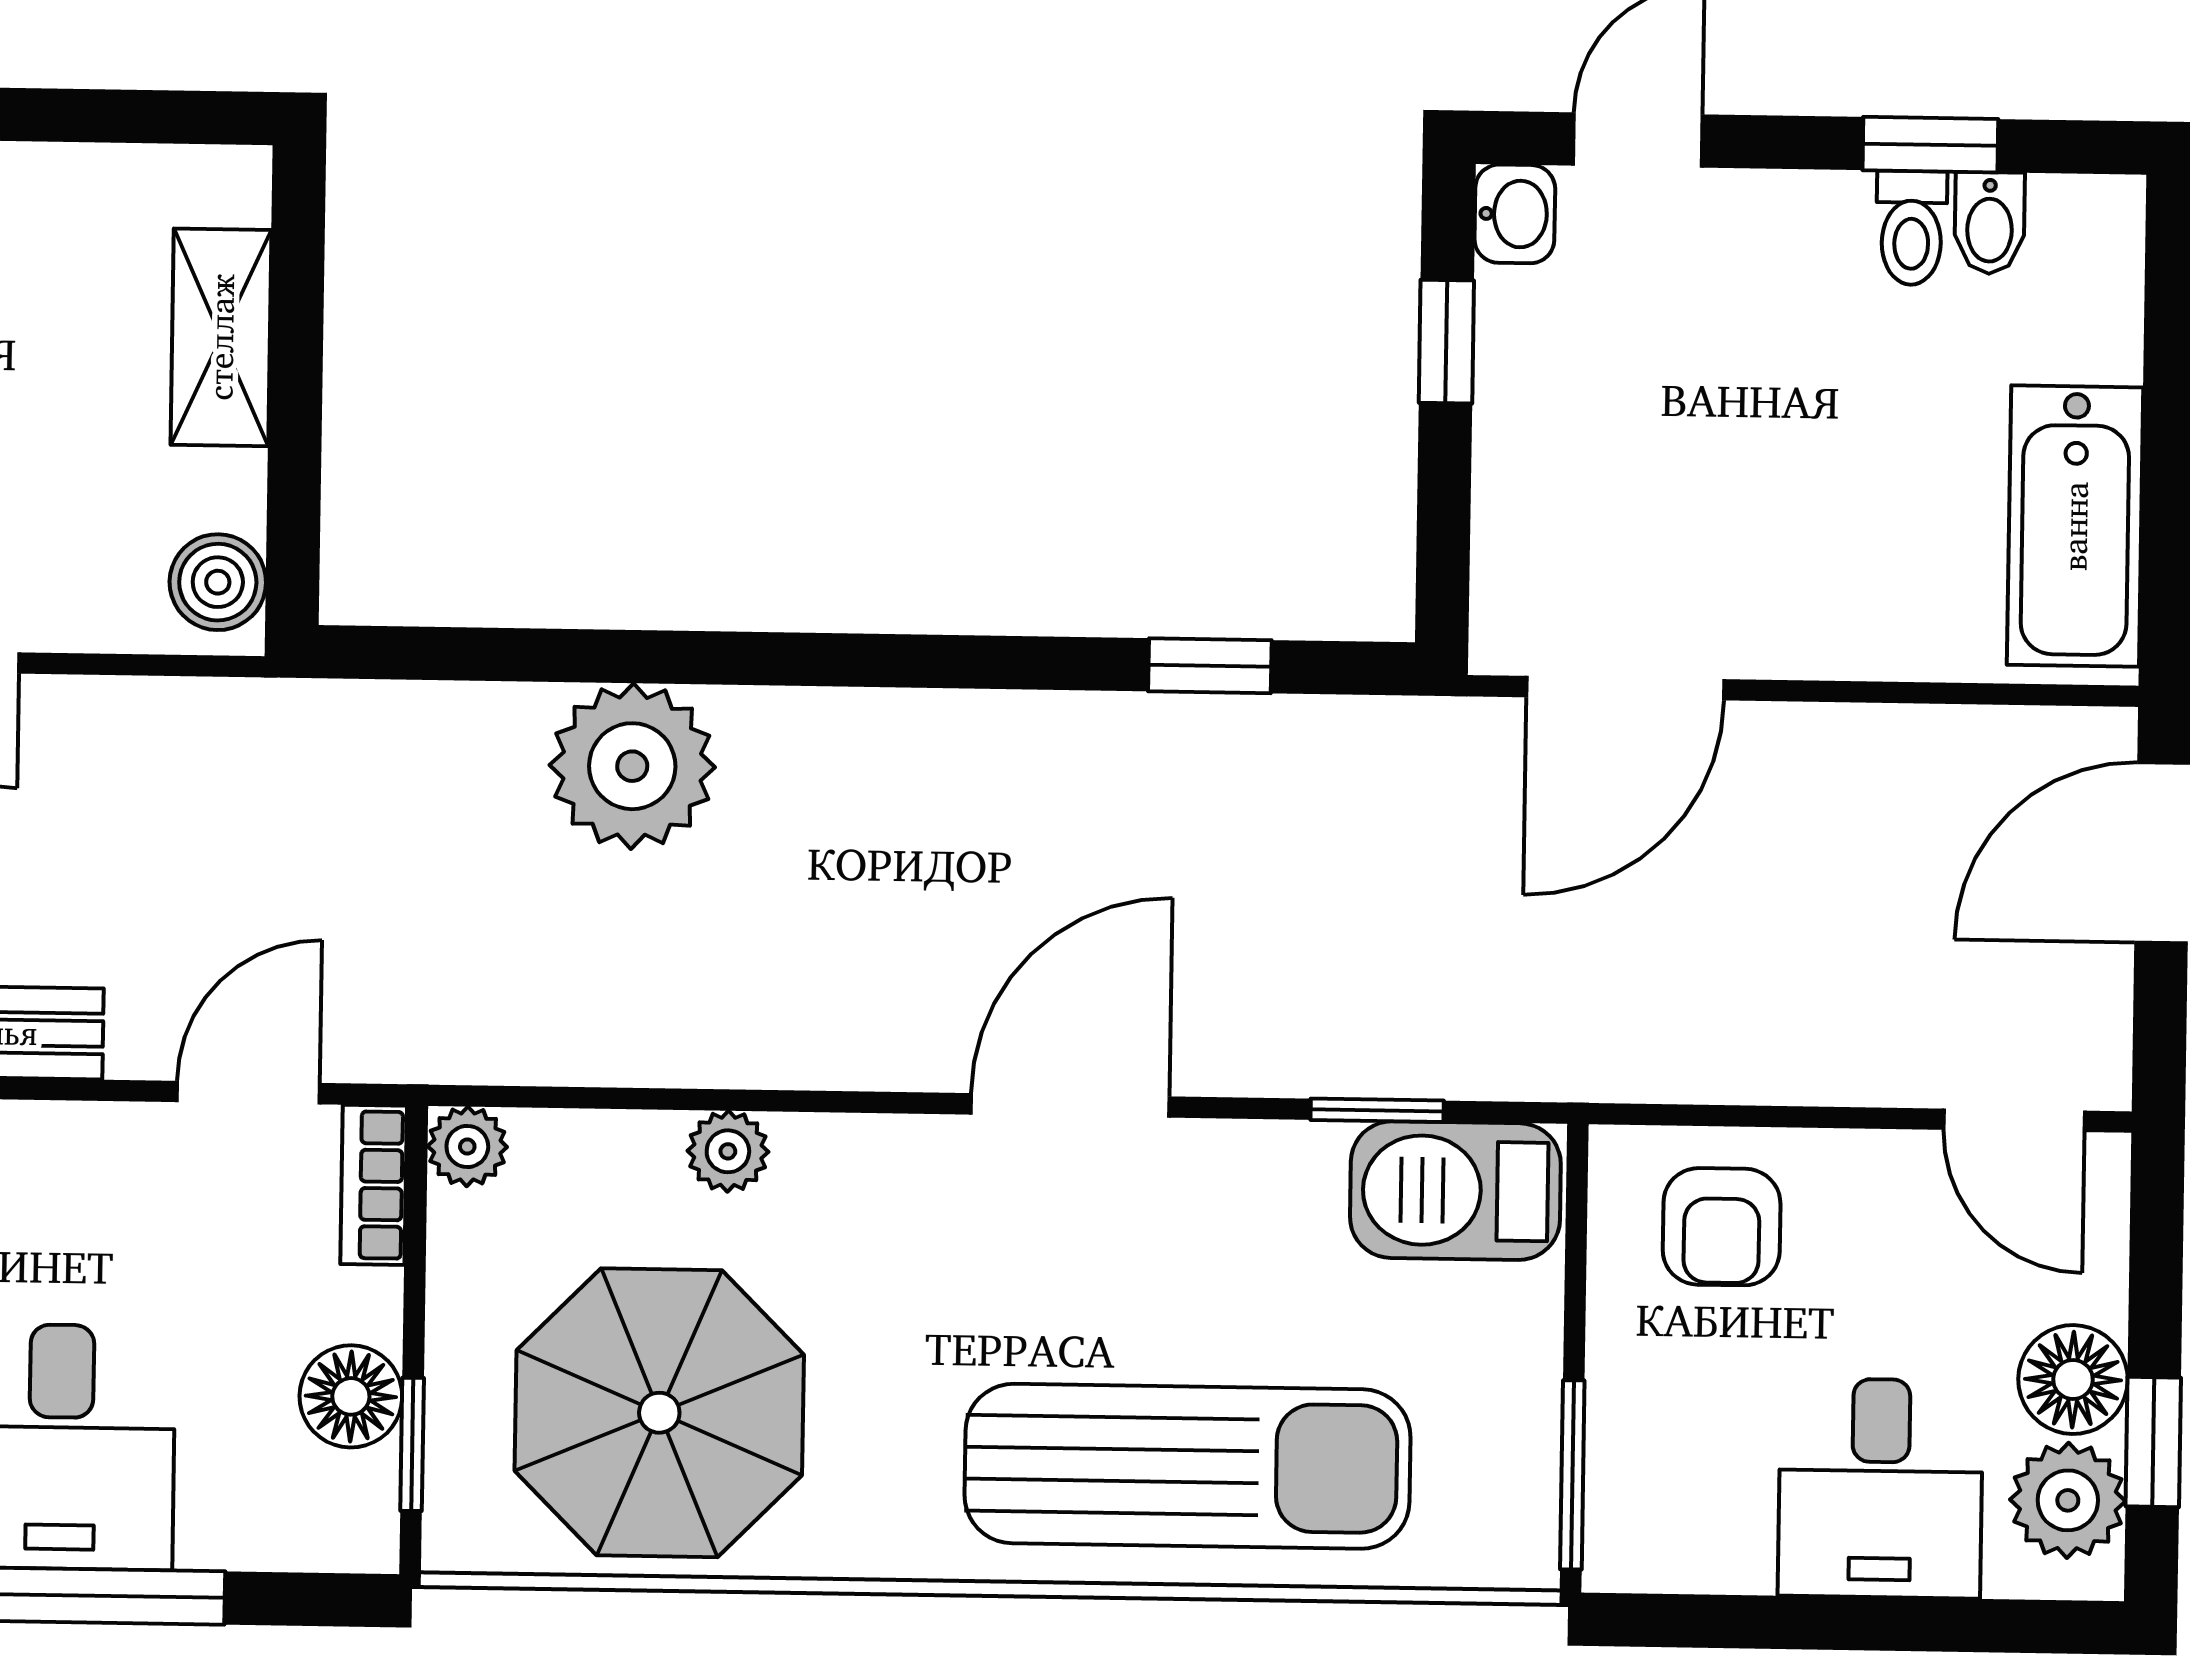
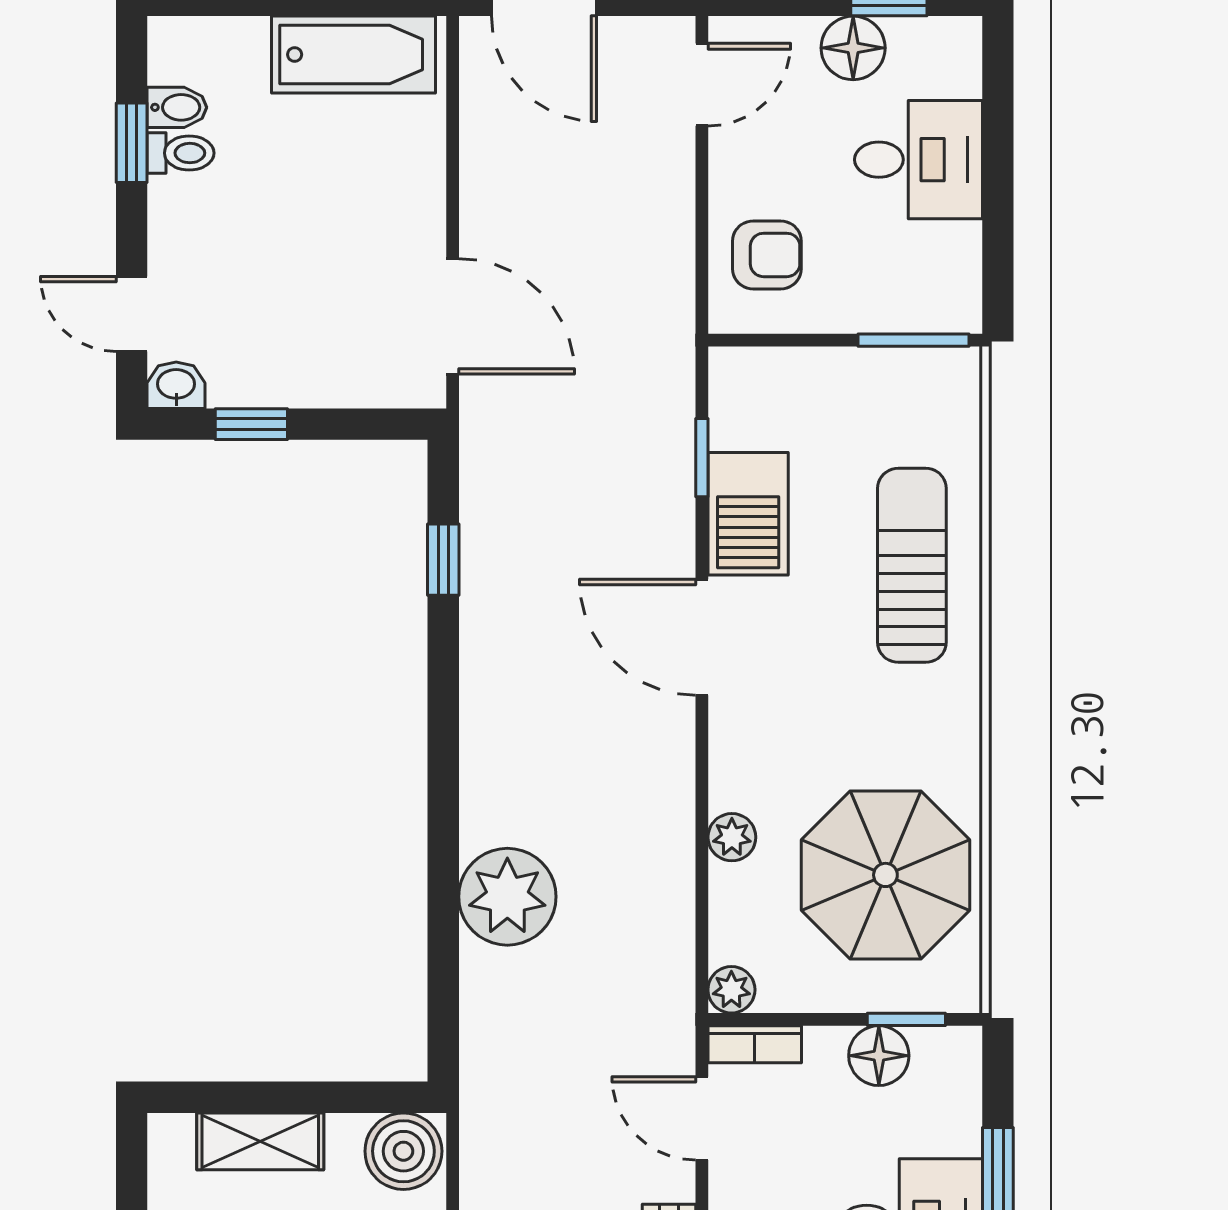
boiler: (218, 582) -> (403, 1151), width x1.36, depth x1.36
barbecue: (1455, 1191) -> (748, 514), moved
sun lounger: (1188, 1466) -> (912, 565), width x0.73, depth x0.75
plant: (2068, 1500) -> (924, 50), removed

